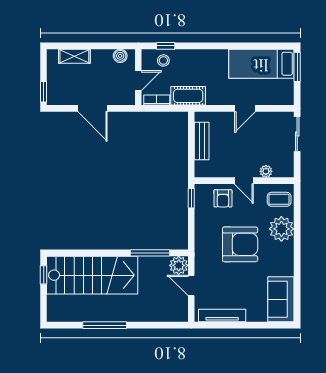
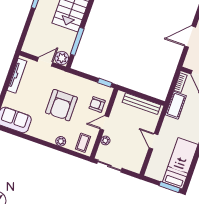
sliding door: (297, 134) -> (109, 166), moved
bench: (202, 141) -> (142, 104), width x1.36
plant: (281, 229) -> (61, 141), width x0.53, depth x0.53

